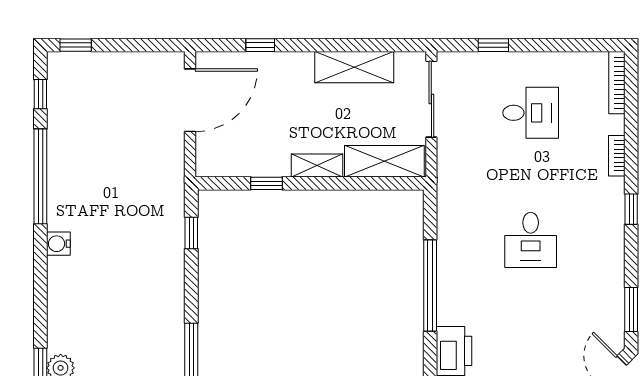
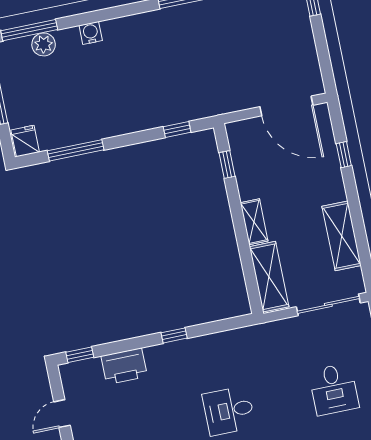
window: (267, 183) -> (227, 164), moved
water cooler: (58, 244) -> (91, 33), moved
window: (430, 286) -> (174, 335), width x0.32

